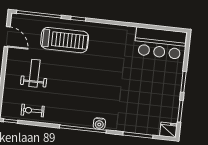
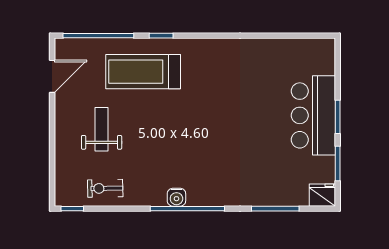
door: (7, 37) -> (52, 76), hinge flipped
treadmill: (65, 40) -> (143, 72), turned 180
bar counter: (160, 43) -> (313, 115), moved, turned 90
water cooler: (99, 124) -> (176, 197), moved

